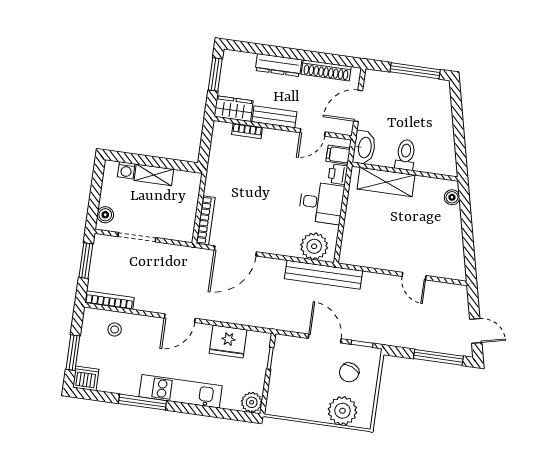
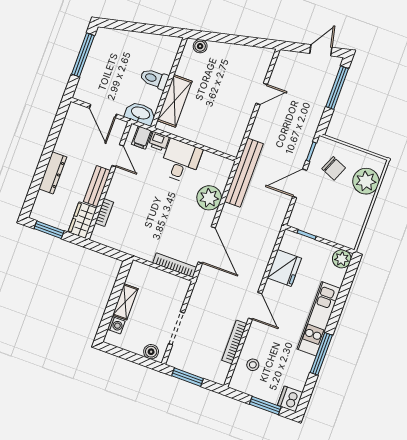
shoe rack: (326, 70) -> (66, 132), removed
plant: (314, 246) -> (209, 198), moved
bookcase: (109, 300) -> (234, 342), moved

